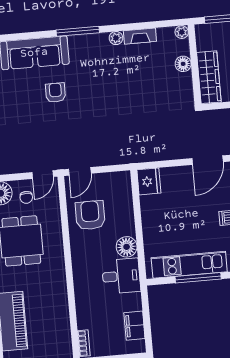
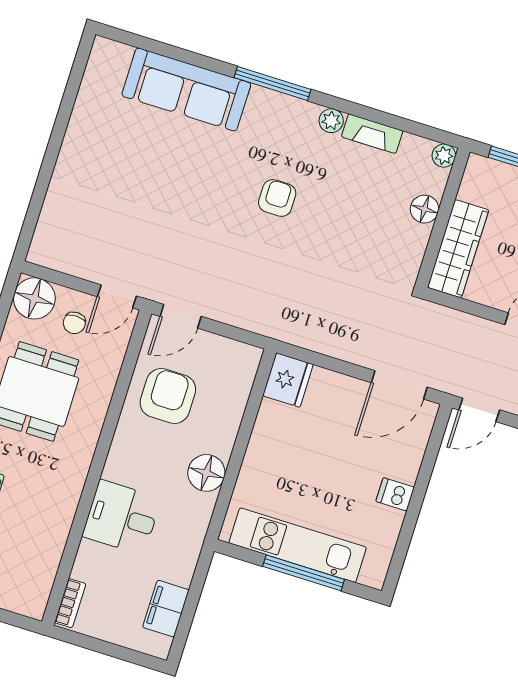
armchair: (55, 93) -> (277, 198), moved
desk: (121, 276) -> (122, 517), moved, turned 180

